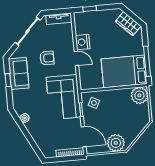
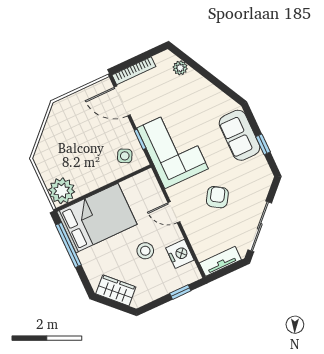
stool: (102, 41) -> (145, 251), added
nightstand: (83, 42) -> (180, 254), moved
armchair: (47, 58) -> (217, 197), turned 122
sofa: (19, 73) -> (240, 135), moved
plant: (25, 118) -> (180, 68), moved
plant: (116, 143) -> (72, 109), removed

